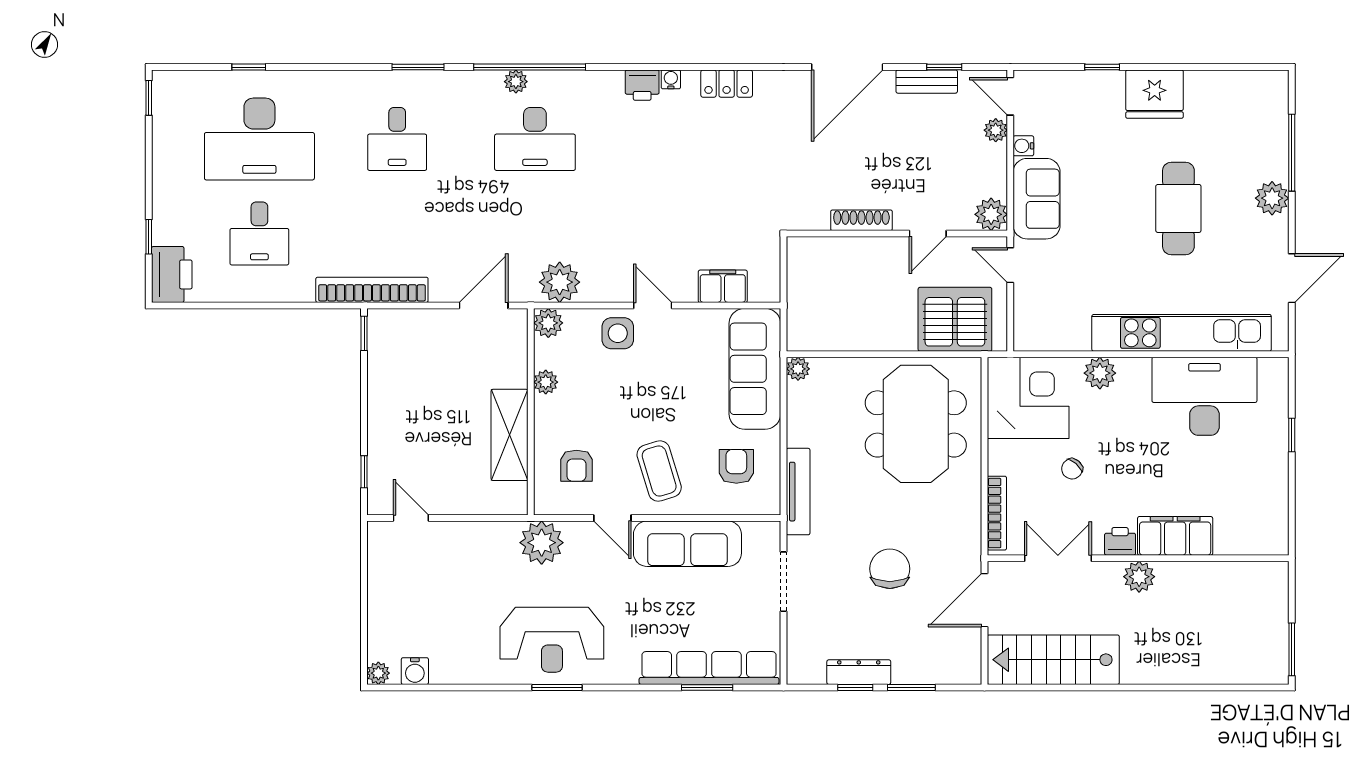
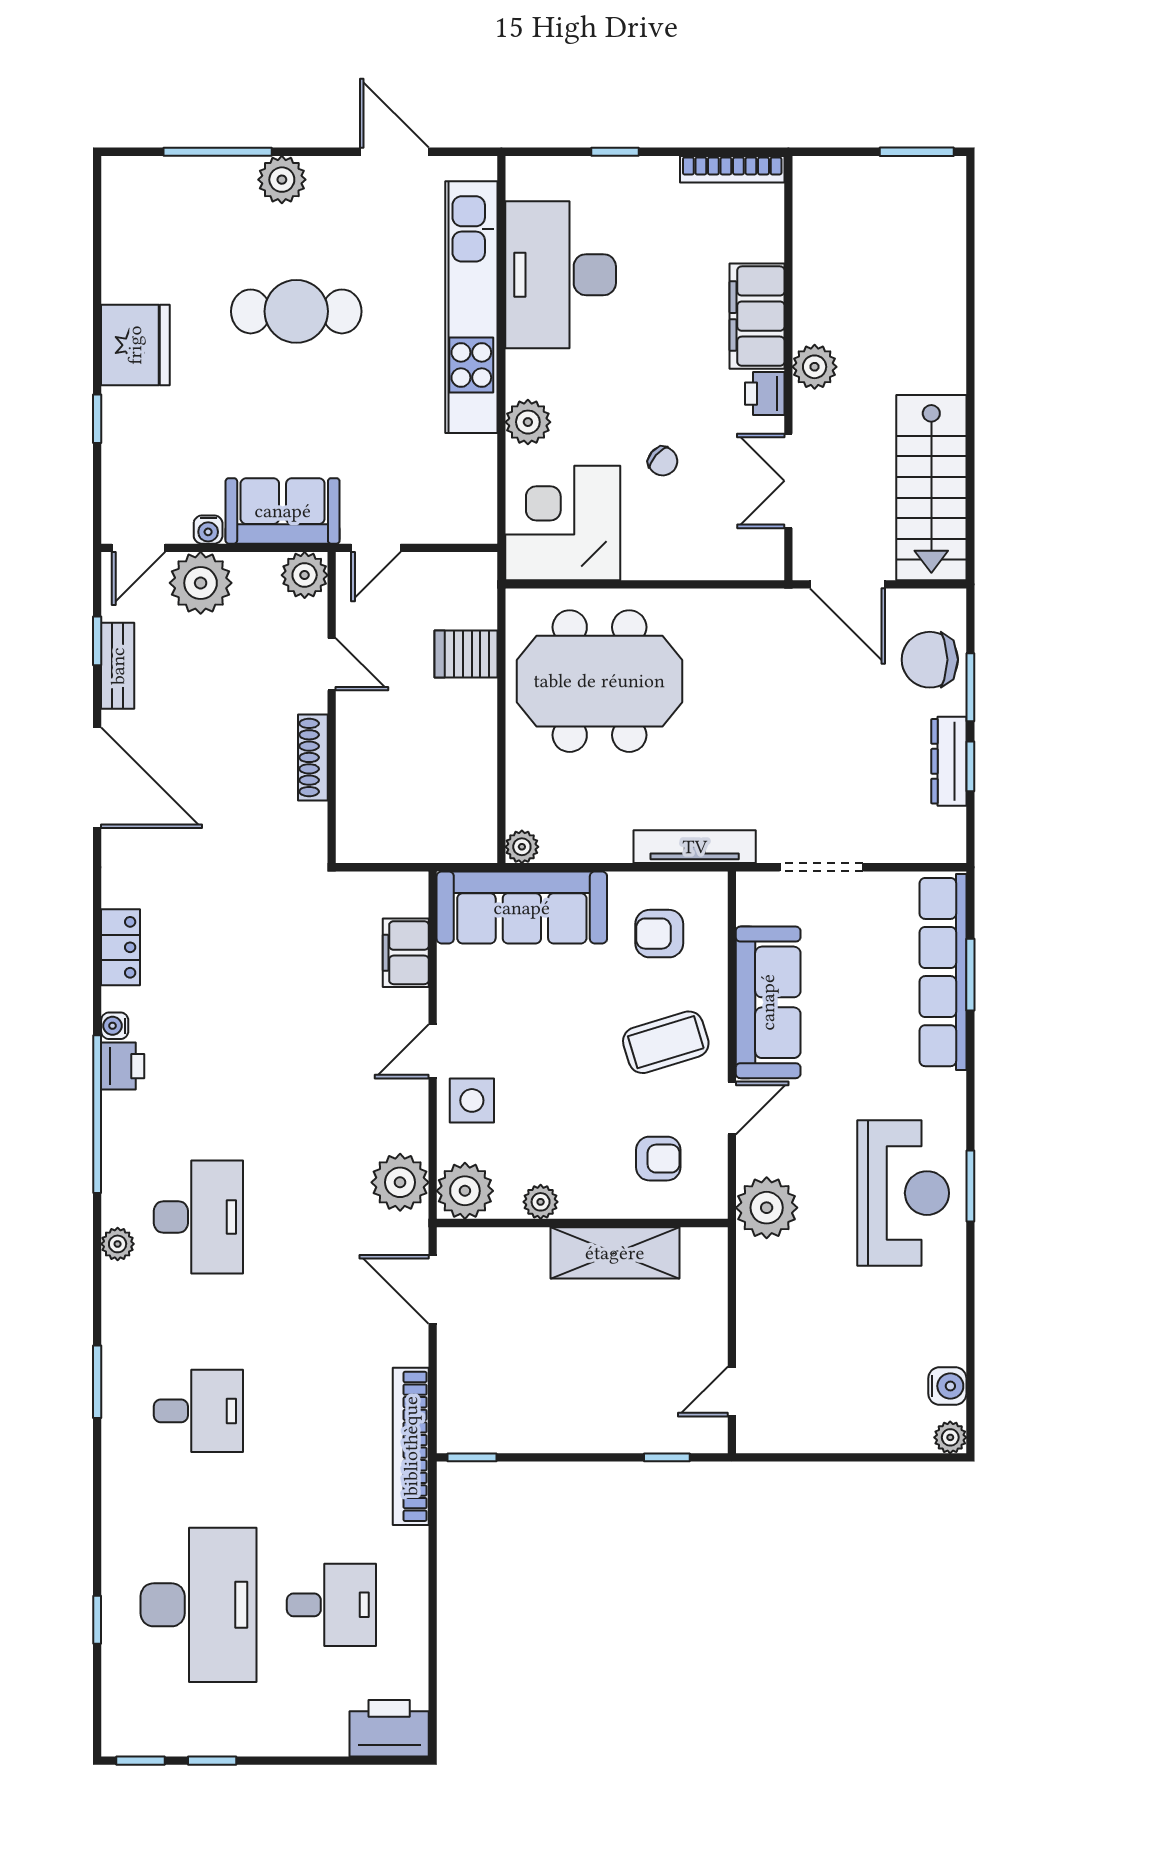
window: (530, 67) -> (97, 1114), moved
plant: (996, 130) -> (201, 583), width x1.87, depth x1.87
window: (149, 237) -> (212, 1761), moved
server rack: (955, 319) -> (466, 654), width x0.46, depth x0.70
plant: (548, 323) -> (465, 1191), width x1.36, depth x1.36
bookcase: (997, 513) -> (732, 169), moved, turned 180
chair: (890, 569) -> (930, 660), moved

